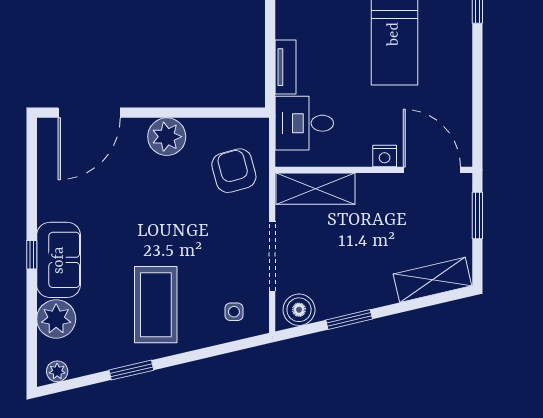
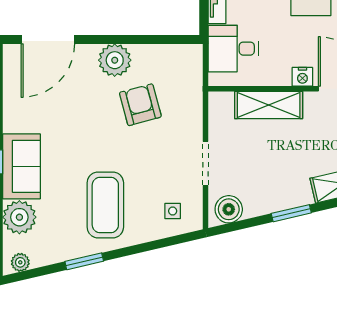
armchair: (234, 171) -> (140, 105), moved
shelving: (315, 189) -> (269, 105), moved
doorway: (272, 256) -> (206, 163), width x0.73
window: (349, 319) -> (291, 213), moved

